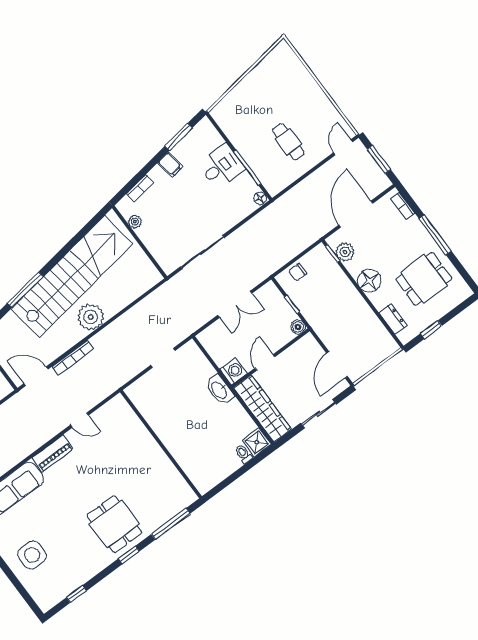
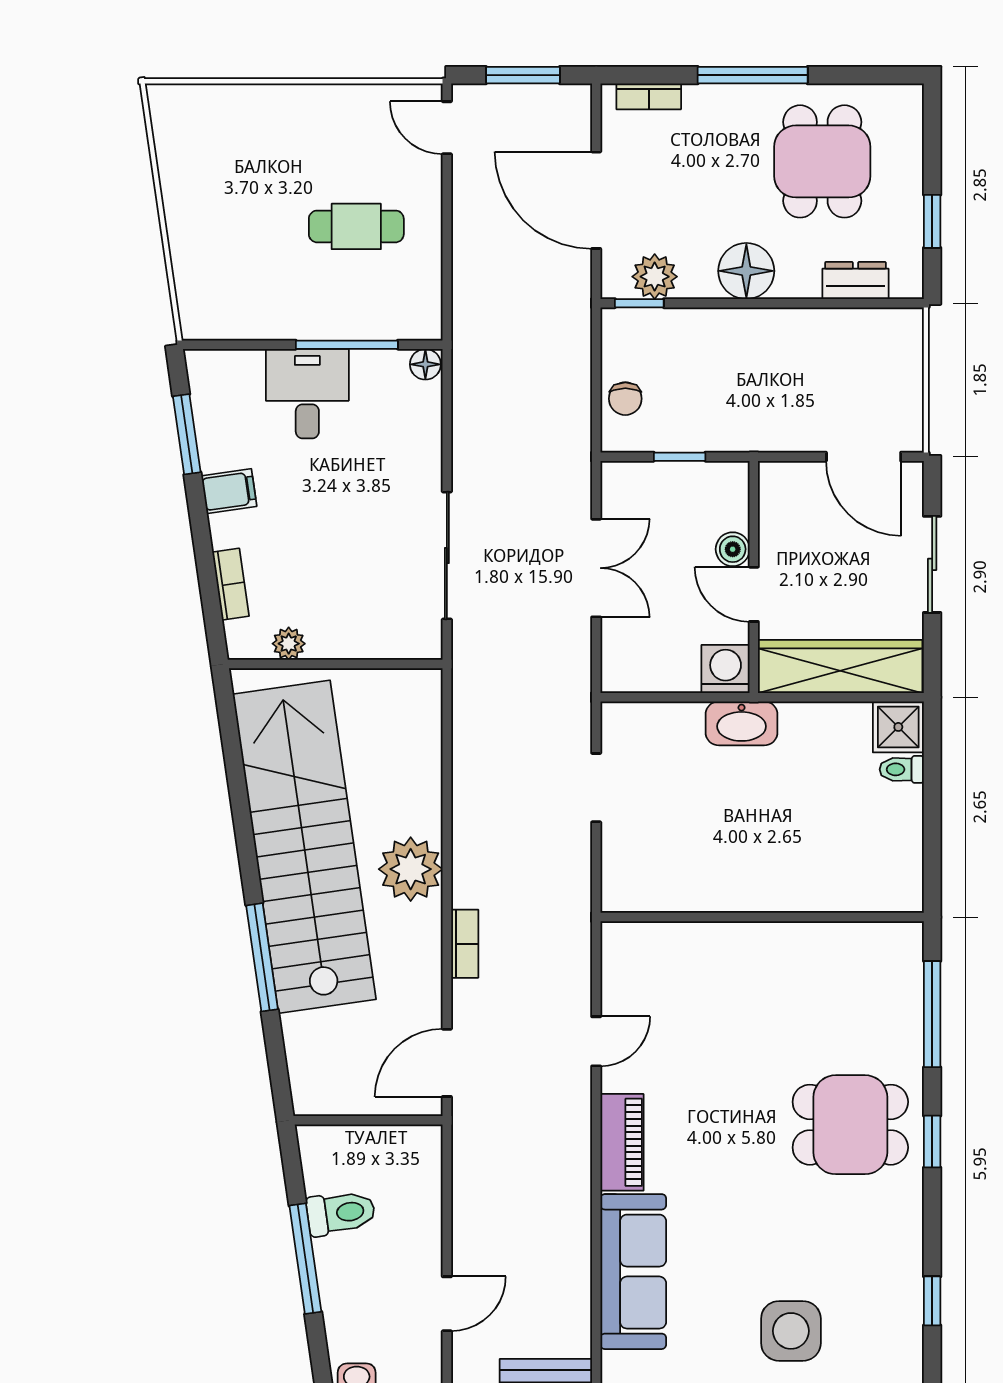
boiler: (298, 327) -> (733, 549), moved
bookcase: (73, 358) -> (465, 944), width x0.64

